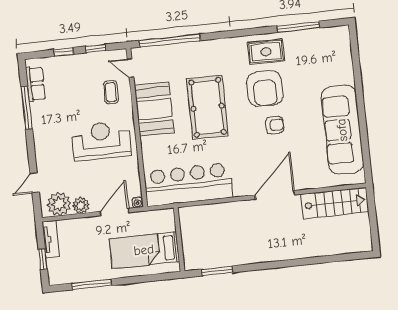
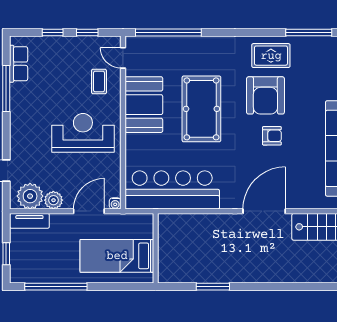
tv unit: (51, 239) -> (29, 221), moved, turned 90
window: (217, 271) -> (213, 287), moved
window: (91, 284) -> (56, 287), width x1.46

